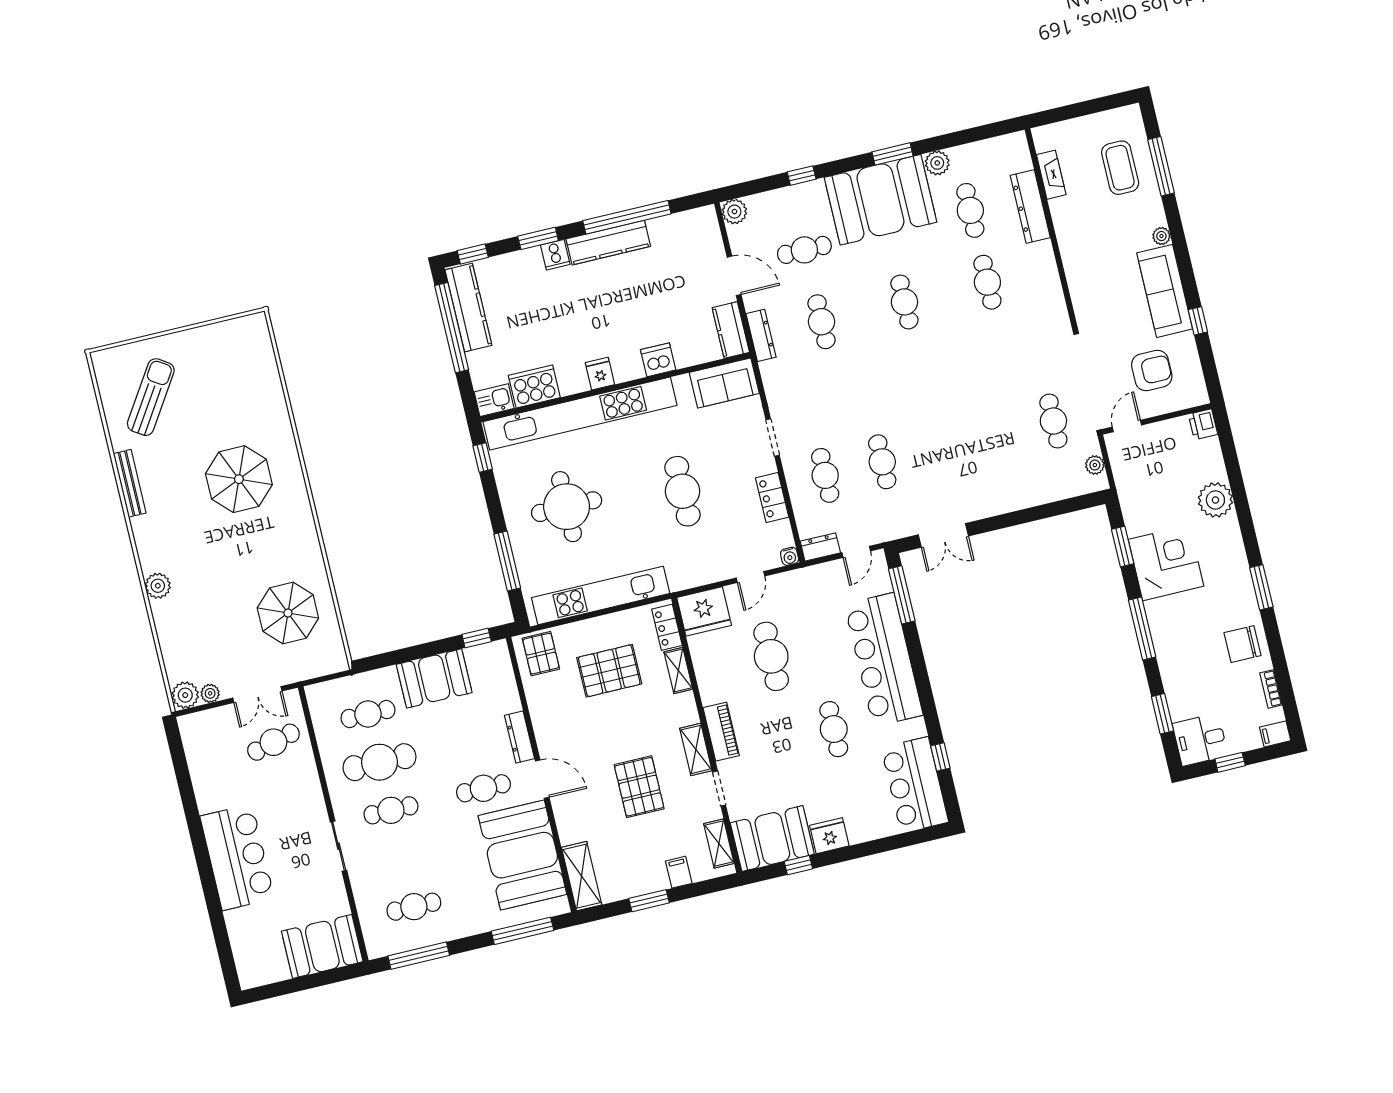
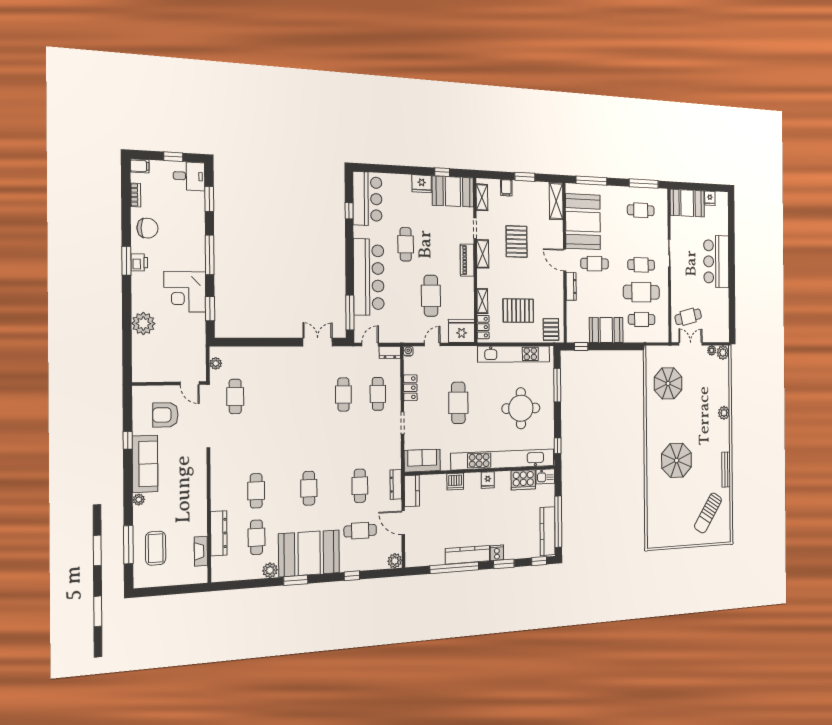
printer: (1203, 424) -> (139, 262), moved
door: (1127, 426) -> (190, 383), hinge flipped
fridge: (277, 969) -> (710, 198), added

